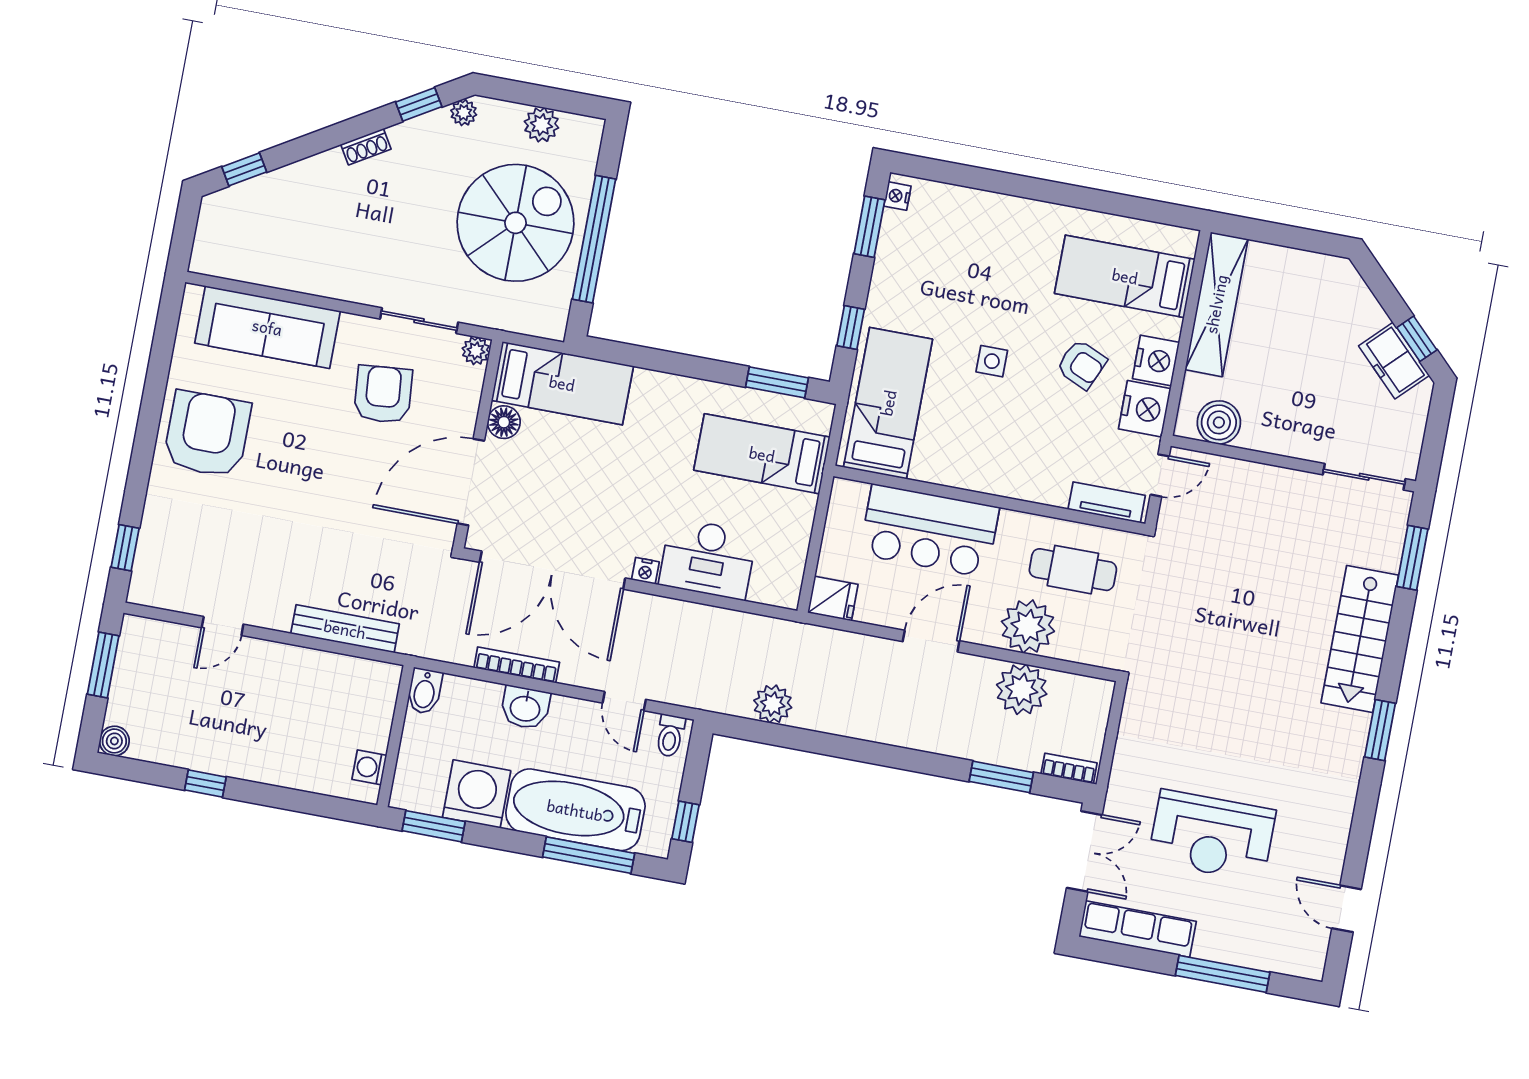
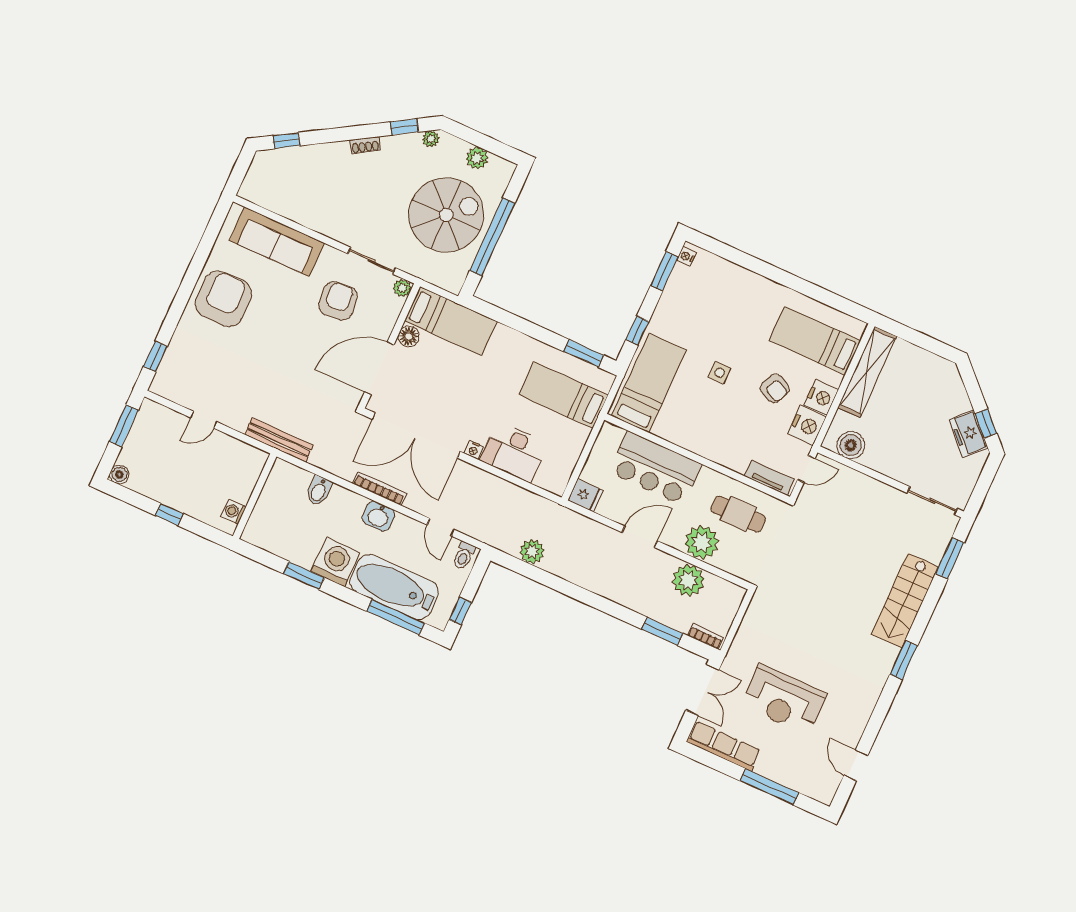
wall: (396, 736) -> (255, 496), moved
washing machine: (369, 767) -> (234, 512), moved

